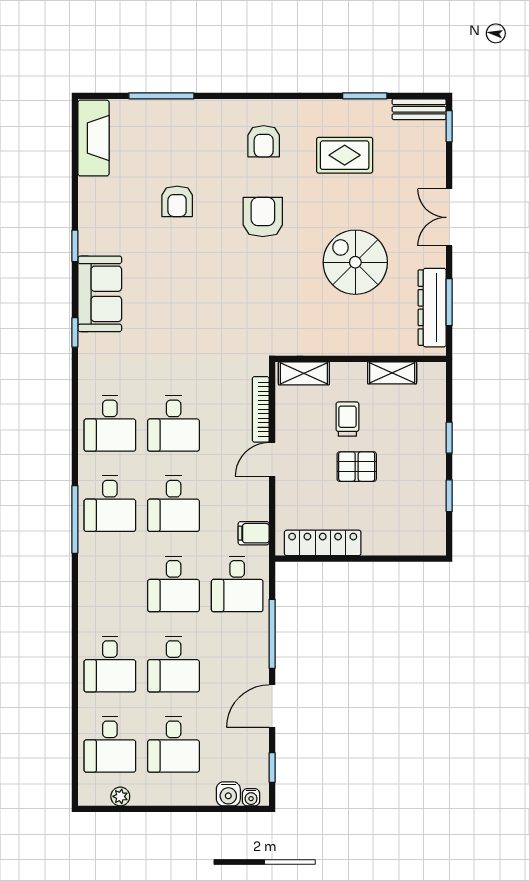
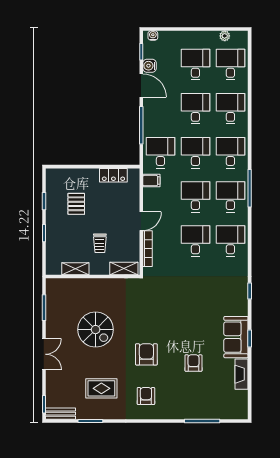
fireplace: (94, 138) -> (241, 374), moved, width x0.73, depth x0.76
armchair: (263, 217) -> (146, 354), turned 180
sofa: (100, 294) -> (236, 337), moved
dresser: (432, 308) -> (53, 305), removed
pallet: (357, 467) -> (76, 204), moved, turned 90
locker: (323, 543) -> (113, 175), width x0.66
desk: (110, 584) -> (230, 153), added
door: (272, 706) -> (141, 86), hinge flipped
water cooler: (228, 794) -> (150, 66), moved, turned -90

